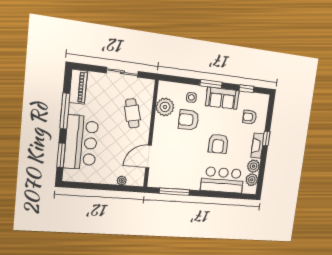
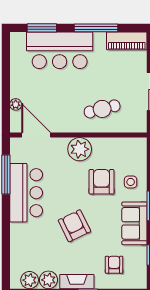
plant: (165, 107) -> (80, 149), moved
armchair: (218, 144) -> (74, 226), turned 64
door: (148, 157) -> (36, 135), moved
bar counter: (223, 180) -> (26, 193), moved

